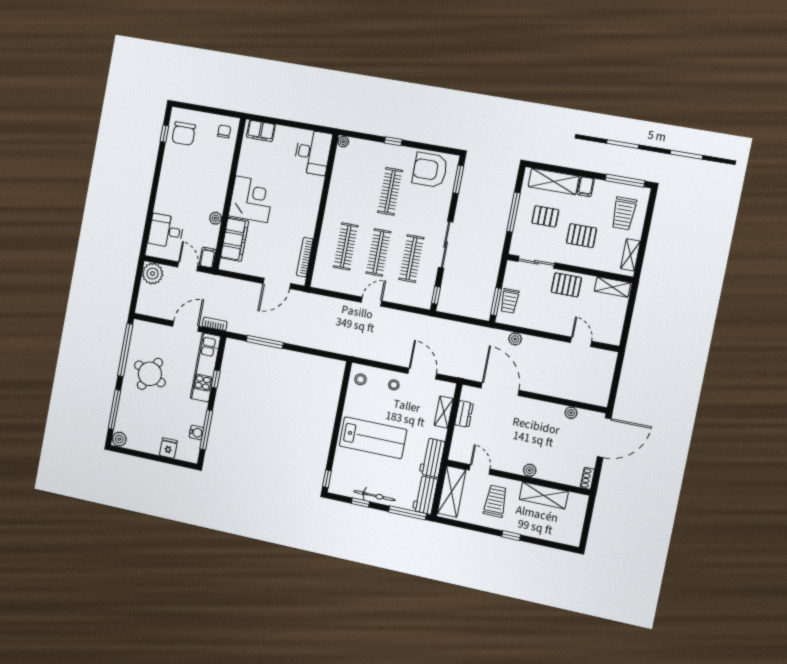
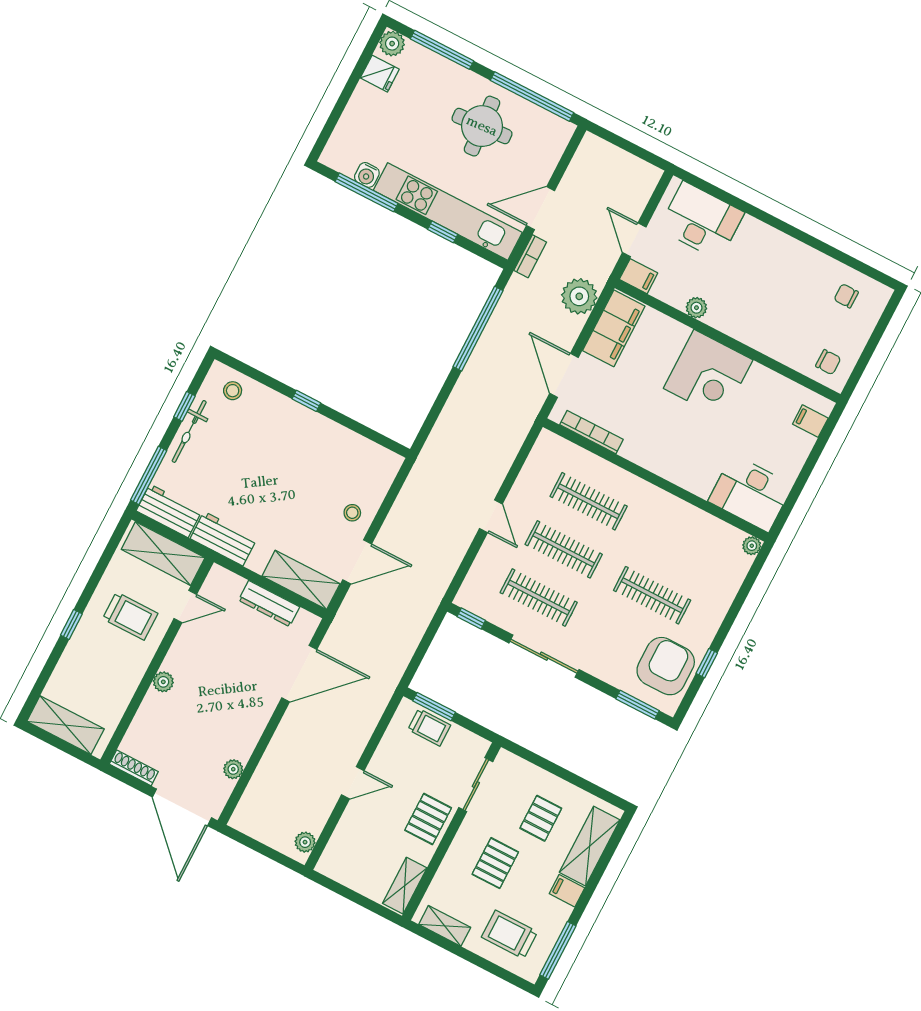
filing cabinet: (261, 131) -> (810, 421), width x0.50
window: (164, 134) -> (856, 264), removed
chair: (184, 134) -> (846, 296), width x0.54, depth x0.54
window: (393, 141) -> (707, 663), moved
window: (513, 212) -> (562, 773), removed
desk: (166, 231) -> (701, 221), width x1.37
filing cabinet: (234, 239) -> (614, 328), moved, turned -90
door: (188, 266) -> (634, 240), swing flipped
plant: (153, 274) -> (579, 296), moved
trolley: (509, 301) -> (429, 727), turned 180
door: (186, 326) -> (541, 208), swing flipped
plant: (515, 339) -> (305, 842), moved
window: (265, 342) -> (478, 329), width x1.46
door: (581, 342) -> (353, 783), moved
kitchen unit: (205, 367) -> (448, 211), width x1.36
round table: (150, 374) -> (482, 126), turned -30
stool: (360, 379) -> (233, 391), moved
shelving: (444, 412) -> (301, 580), width x1.50, depth x1.33
dresser: (464, 414) -> (269, 604), width x1.44
lab bench: (373, 438) -> (280, 456), removed
fridge: (168, 448) -> (380, 74), moved
shoe rack: (587, 478) -> (134, 768), width x1.43
window: (327, 479) -> (306, 401), moved
shelving: (544, 495) -> (65, 725), moved, turned 90

